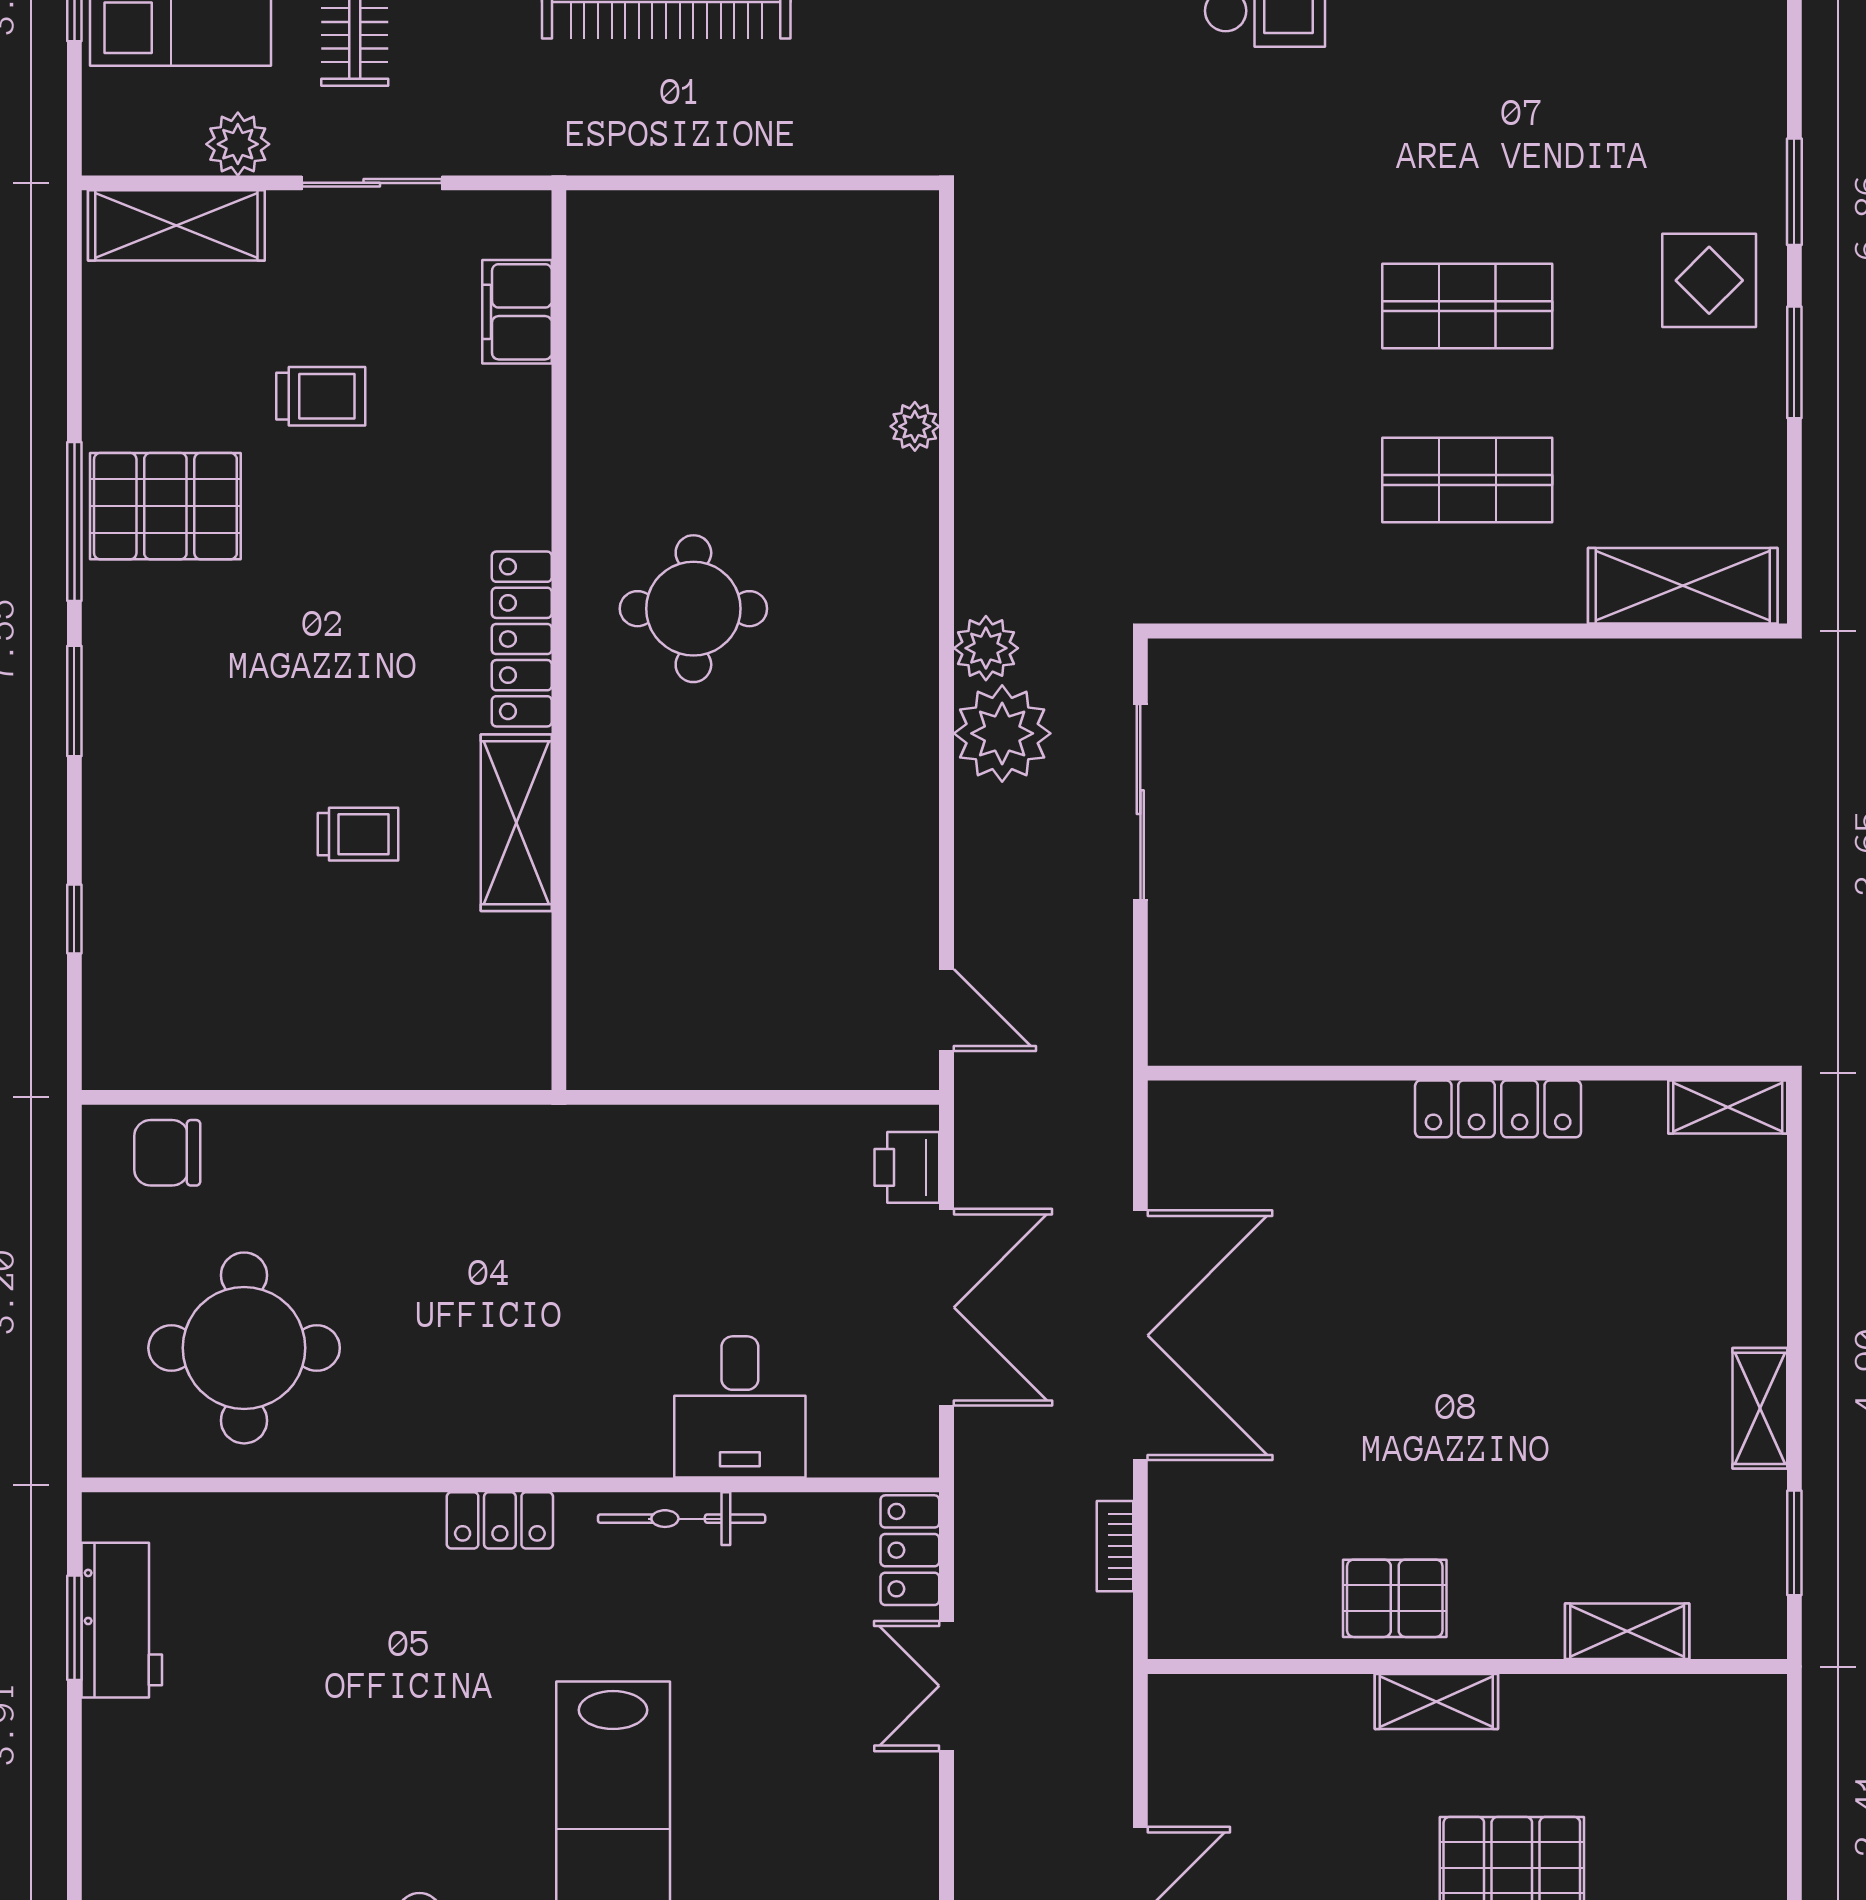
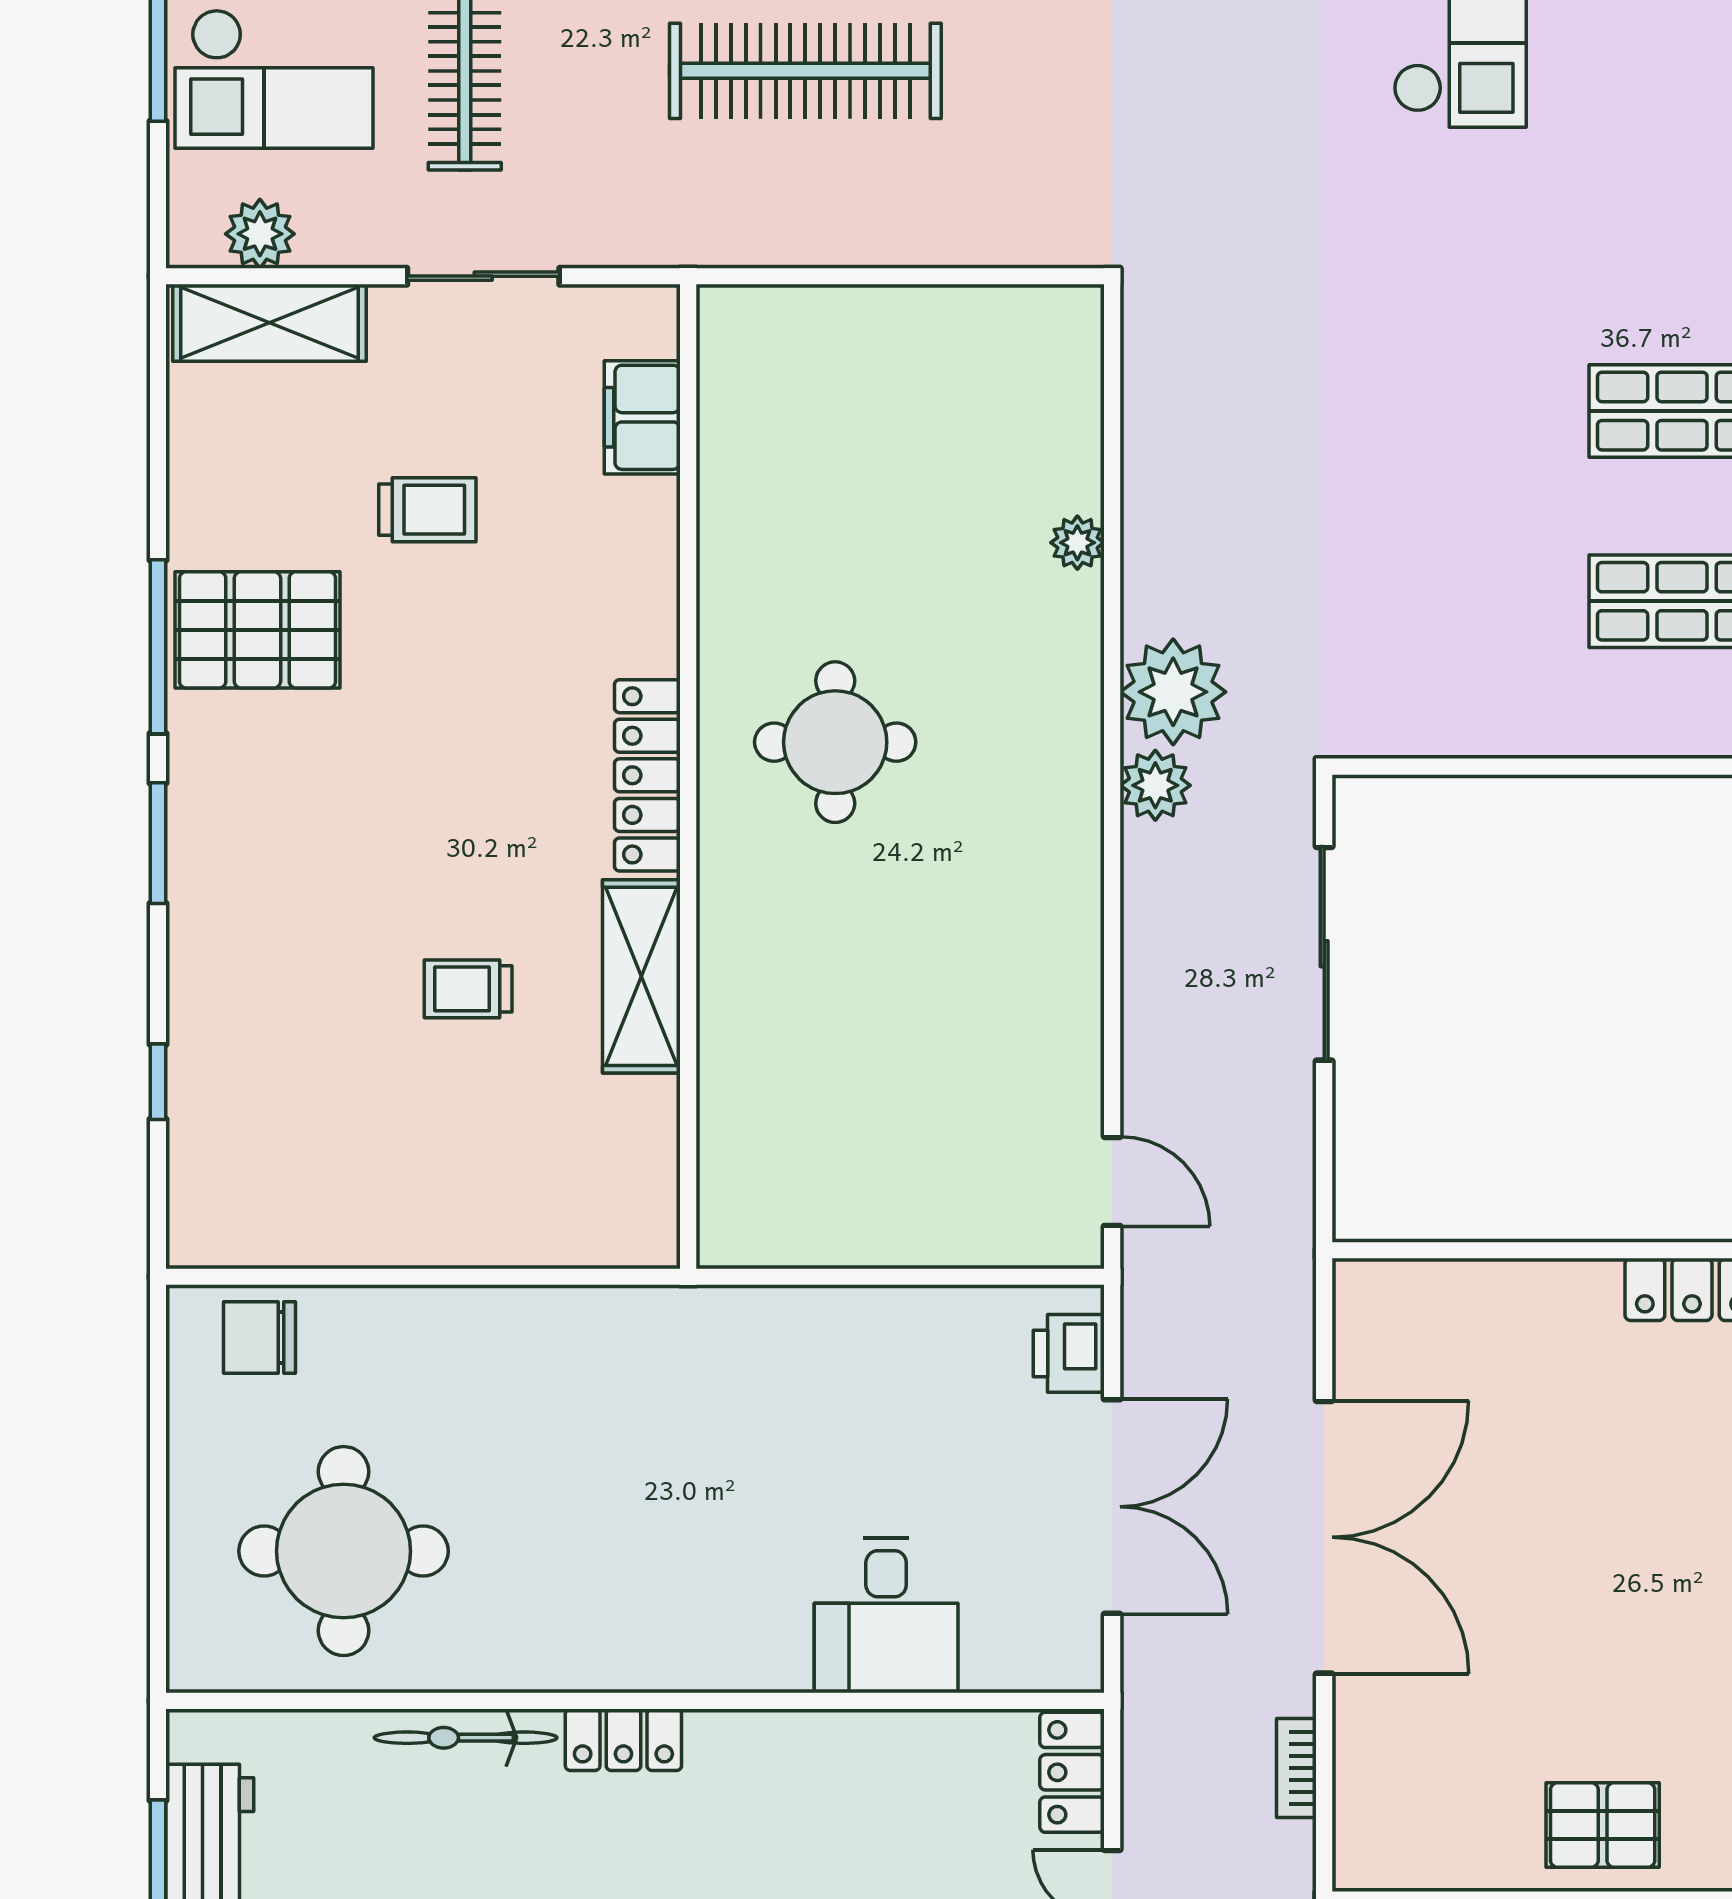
plant: (238, 144) -> (260, 234), moved
plant: (1002, 733) -> (1173, 692), moved
trolley: (358, 834) -> (468, 989), turned 180
bicycle: (682, 1519) -> (466, 1738), moved

